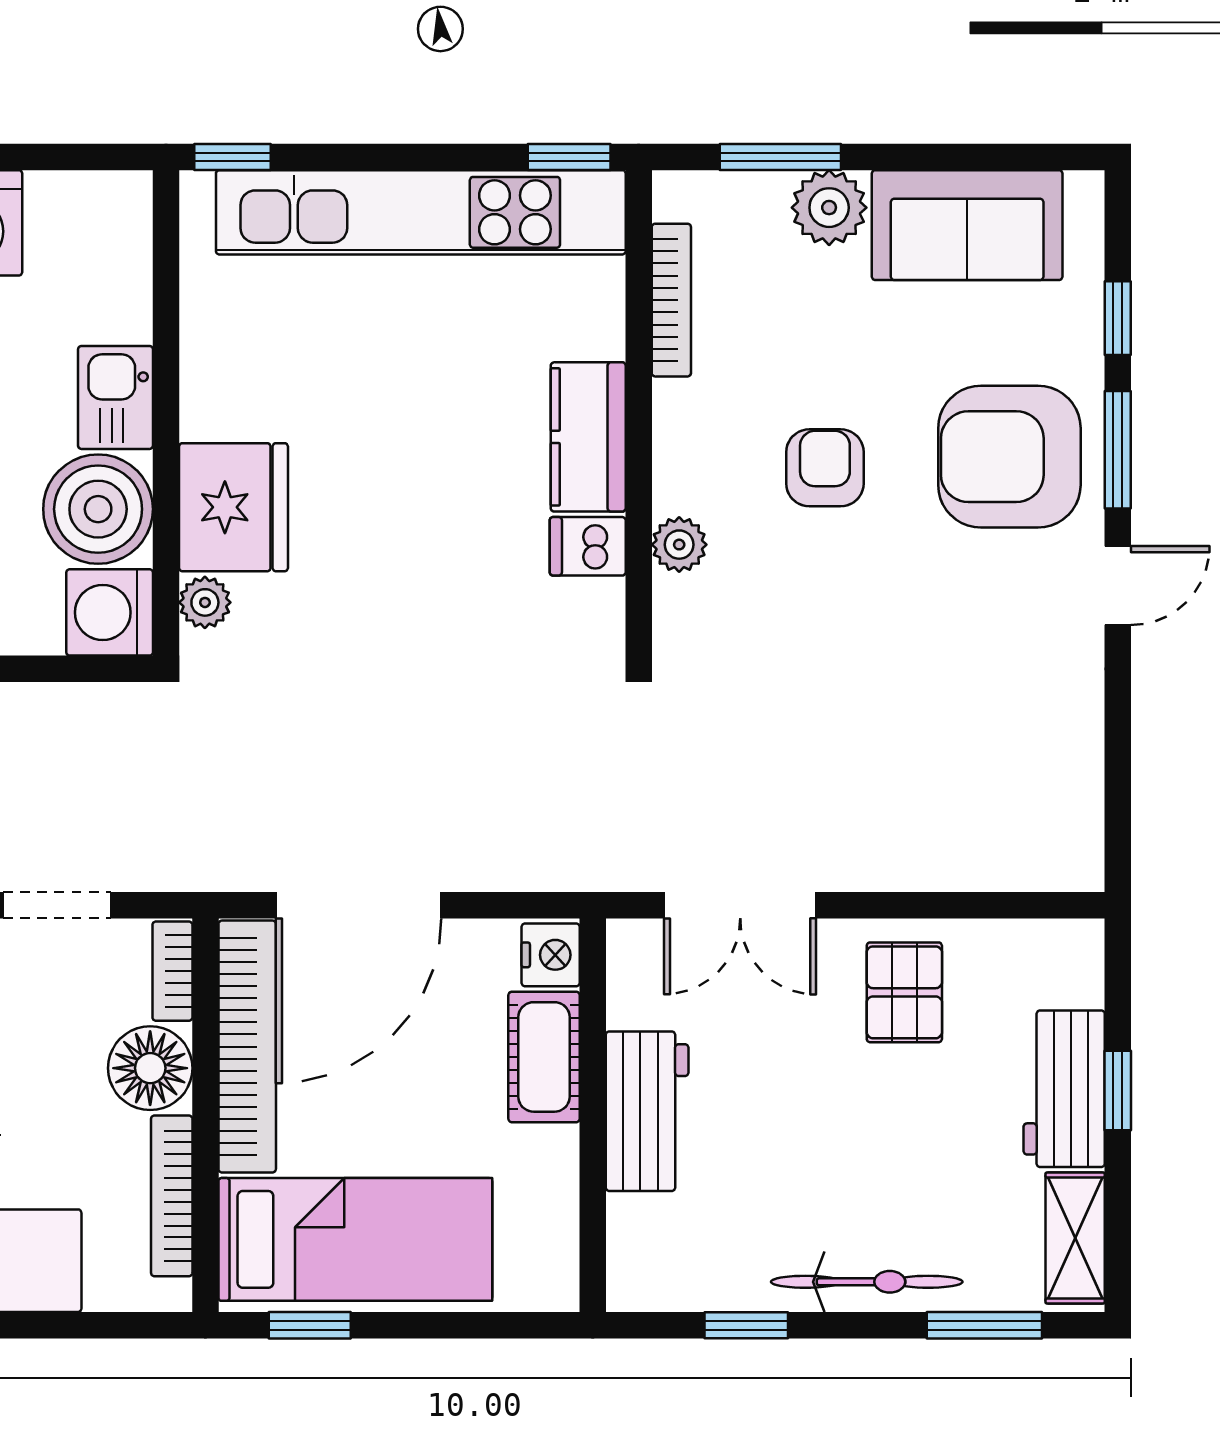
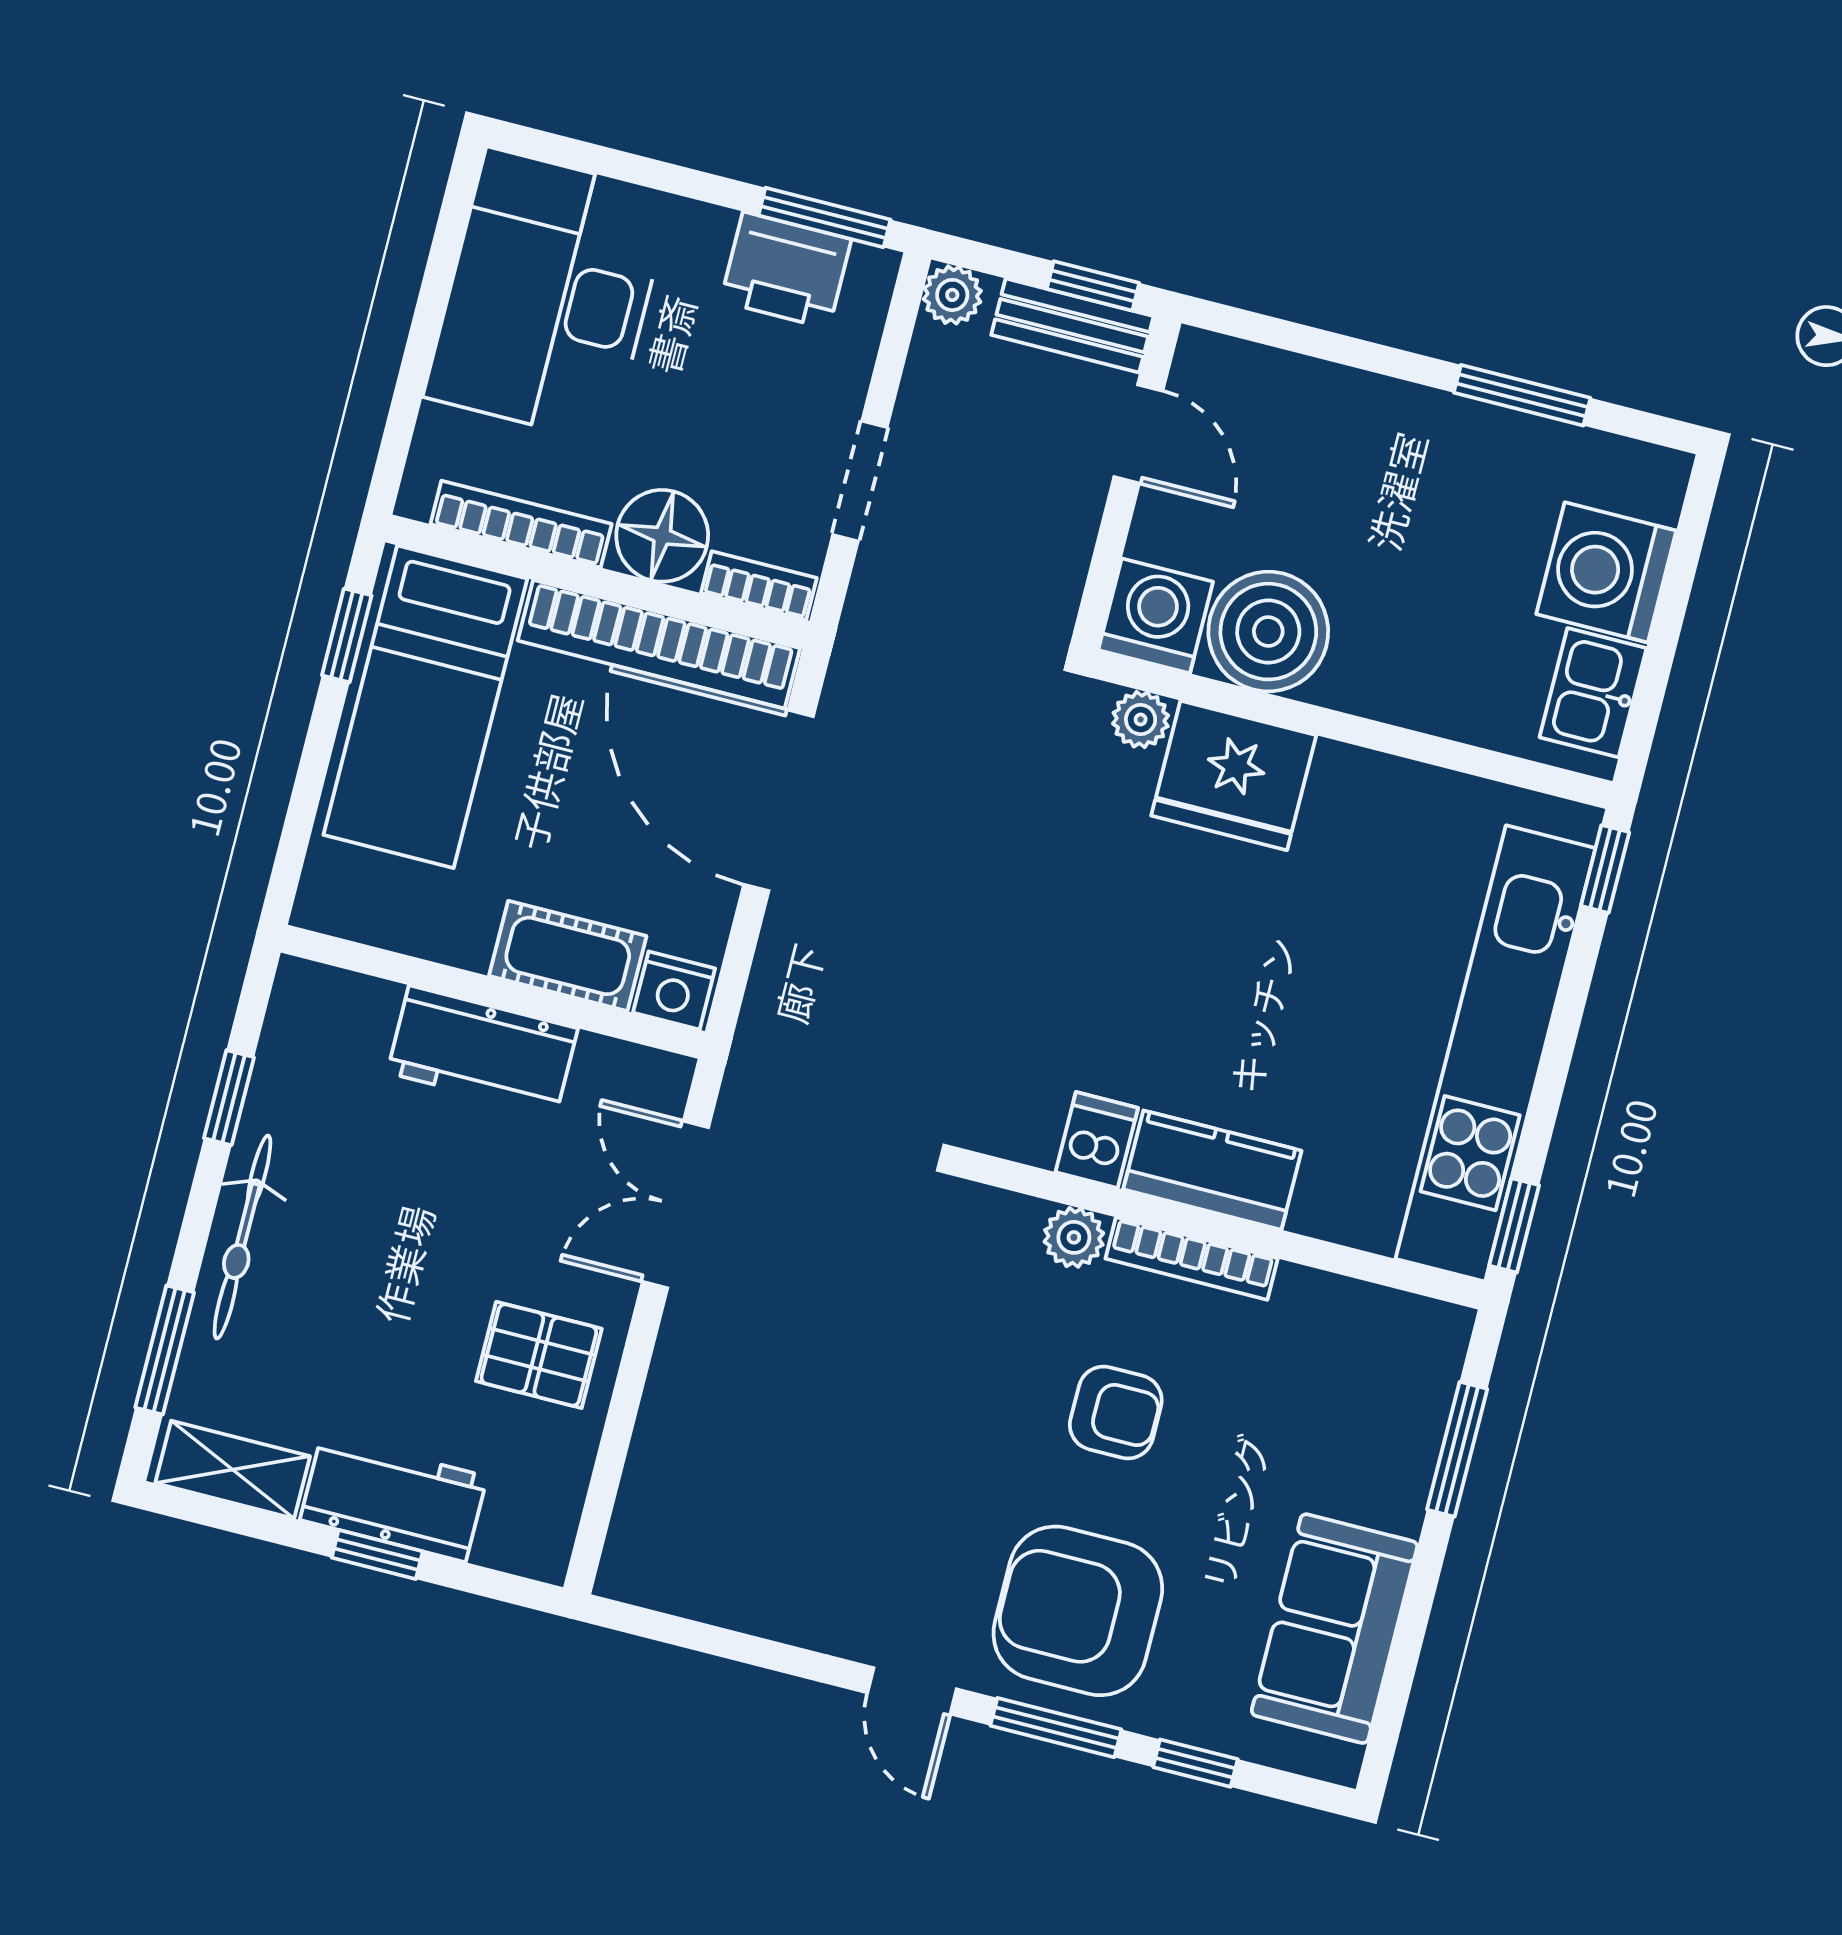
plant: (829, 208) -> (1390, 1487), removed
bookcase: (671, 300) -> (1192, 1259), moved
kitchen sink: (116, 397) -> (1593, 693), moved, turned -90
armchair: (1009, 457) -> (1078, 1611), turned -90

